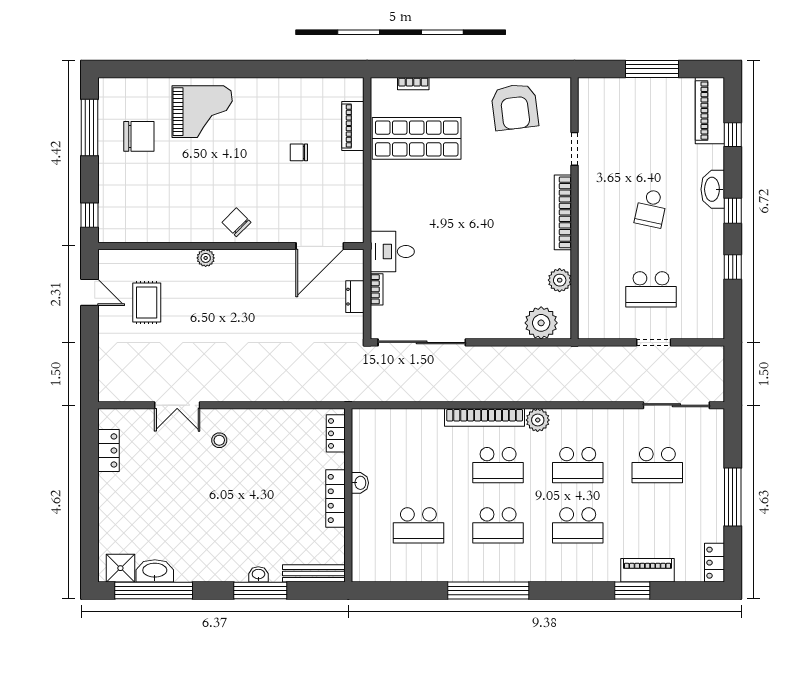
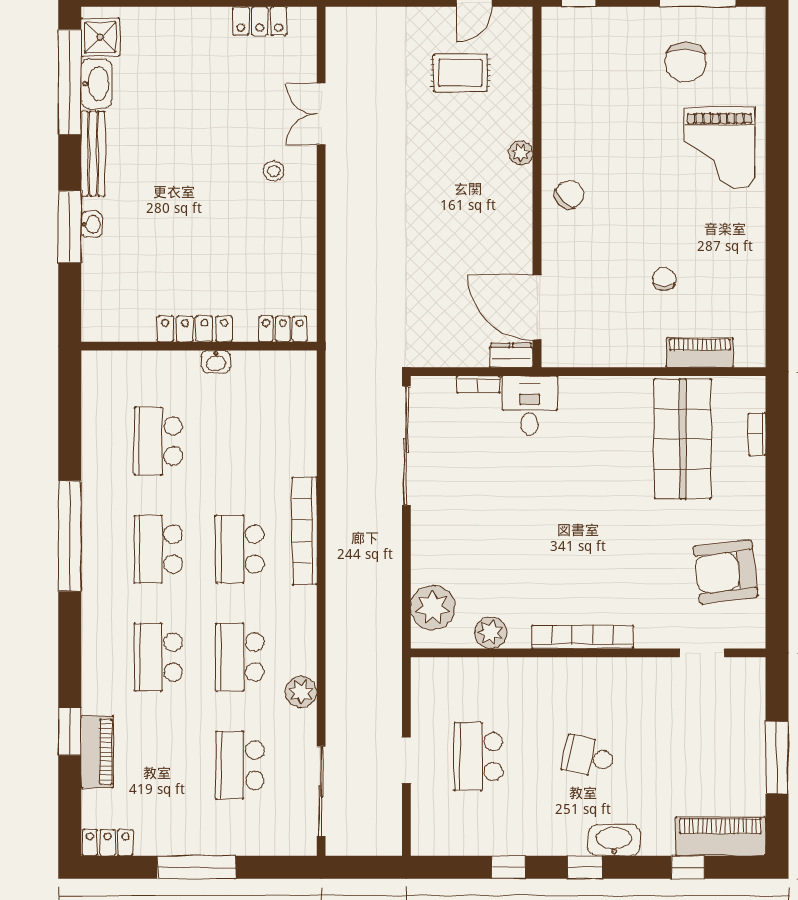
doorway: (575, 149) -> (702, 653), moved
dresser: (355, 297) -> (511, 355), moved
plant: (538, 420) -> (301, 692), moved
bench: (314, 573) -> (93, 154), moved

